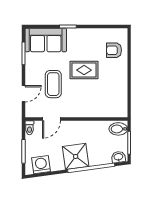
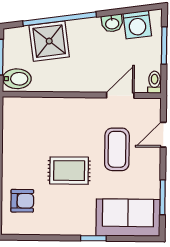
shower: (76, 156) -> (49, 41), moved
washbasin: (118, 157) -> (112, 23), moved

